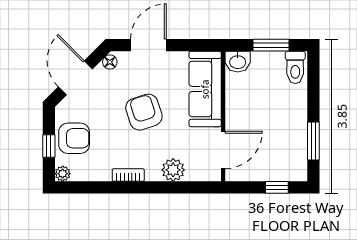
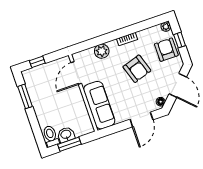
washbasin: (238, 62) -> (66, 135), moved
armchair: (144, 112) -> (137, 69), moved
armchair: (74, 138) -> (166, 50), turned 90

